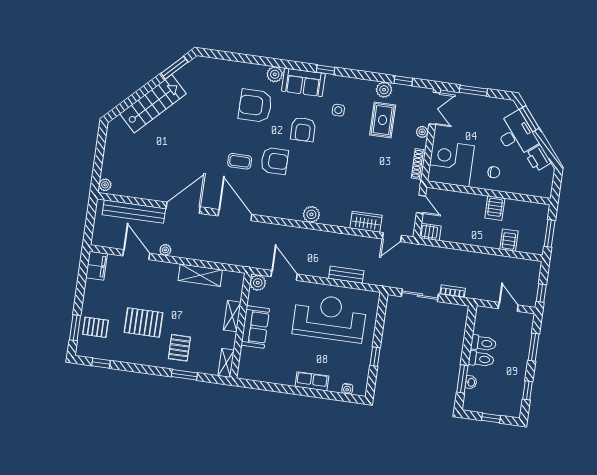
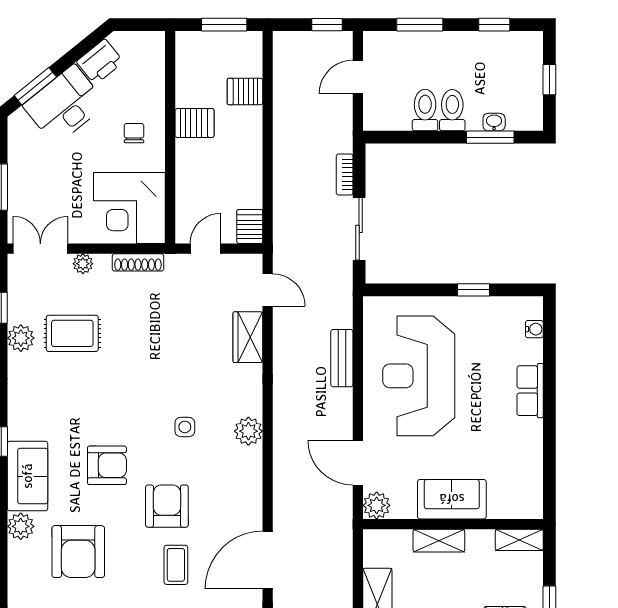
side table: (338, 110) -> (185, 427), moved
door: (284, 275) -> (358, 463), hinge flipped

